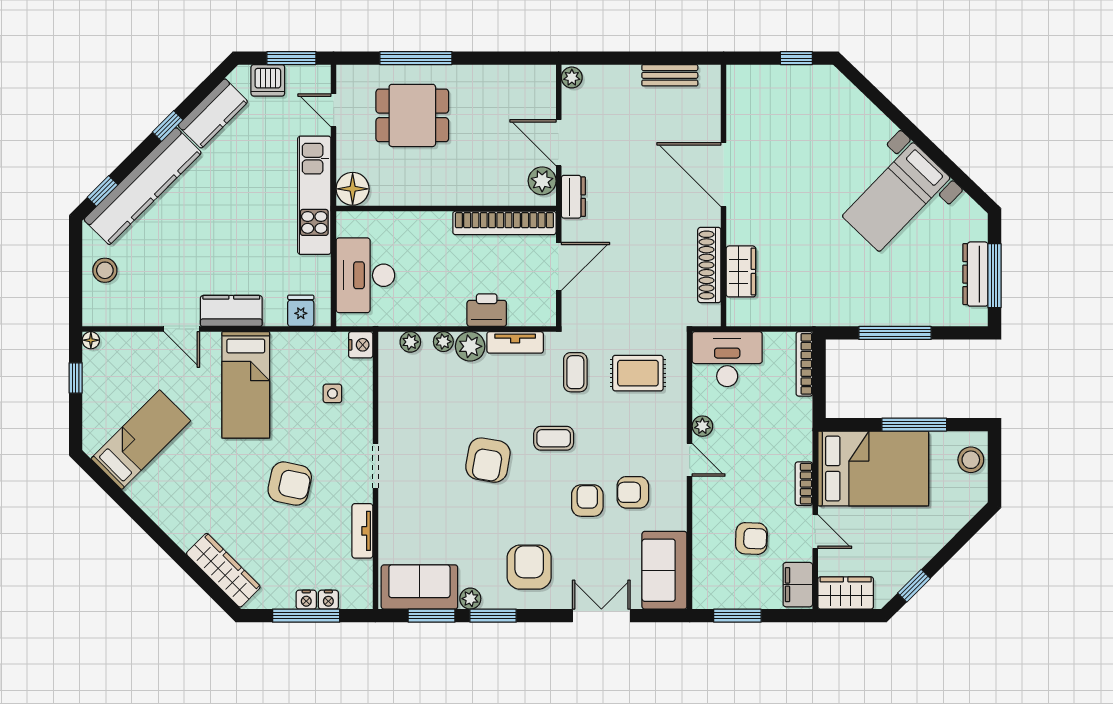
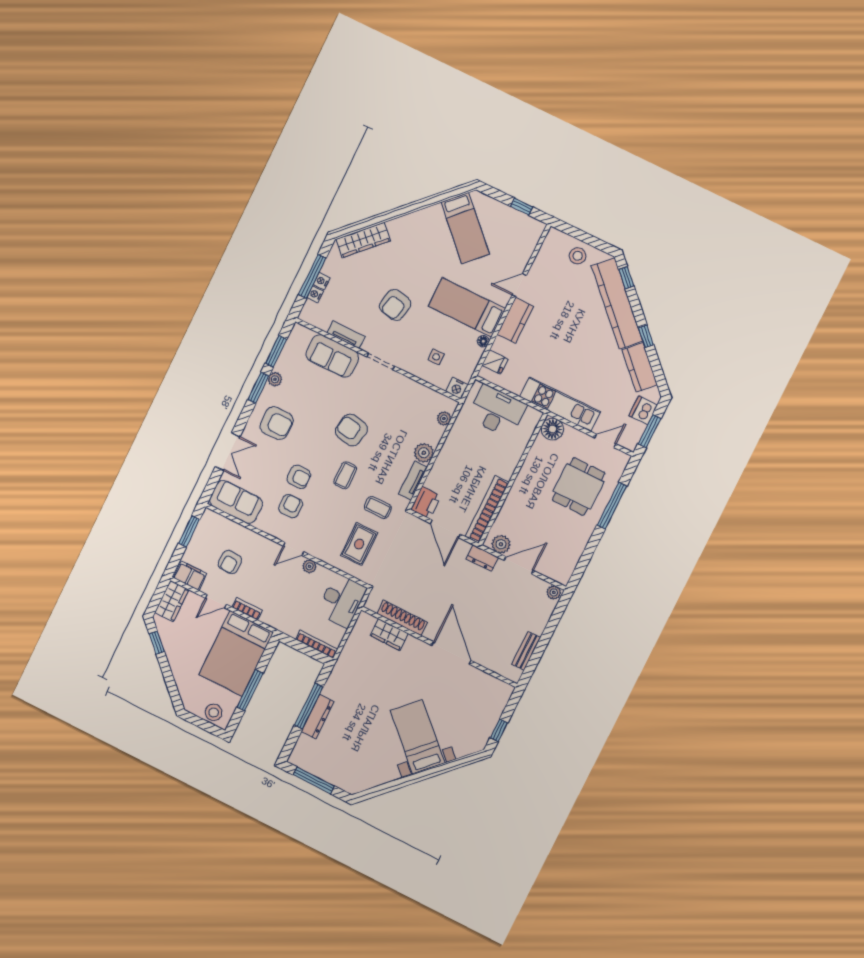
door: (724, 175) -> (451, 653), hinge flipped
bed with nightstands: (896, 197) -> (418, 737), moved
dresser: (975, 274) -> (318, 717), moved, turned 90
printer: (487, 310) -> (426, 503), moved
floor lamp: (91, 340) -> (483, 341), moved
plant: (443, 342) -> (434, 438), removed
sofa: (419, 587) -> (332, 356), moved, turned 90

